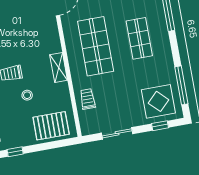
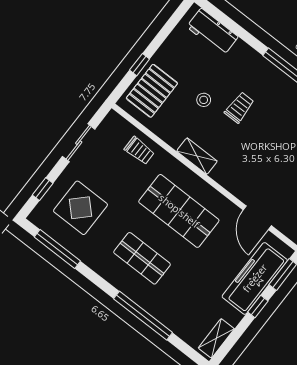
display table: (158, 101) -> (81, 208), moved
window: (15, 152) -> (140, 65), moved

